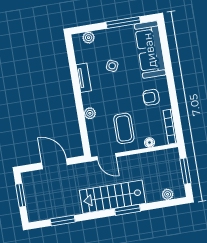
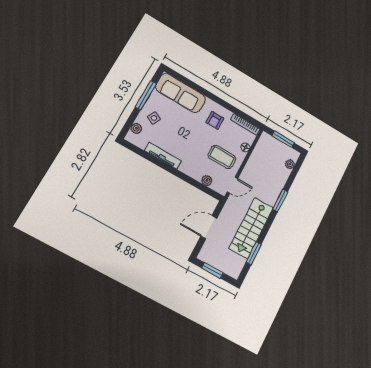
side table: (112, 66) -> (154, 118), moved
tv unit: (84, 78) -> (163, 156), width x1.41
plant: (90, 113) -> (207, 180), moved
stairs: (112, 197) -> (251, 228), moved

